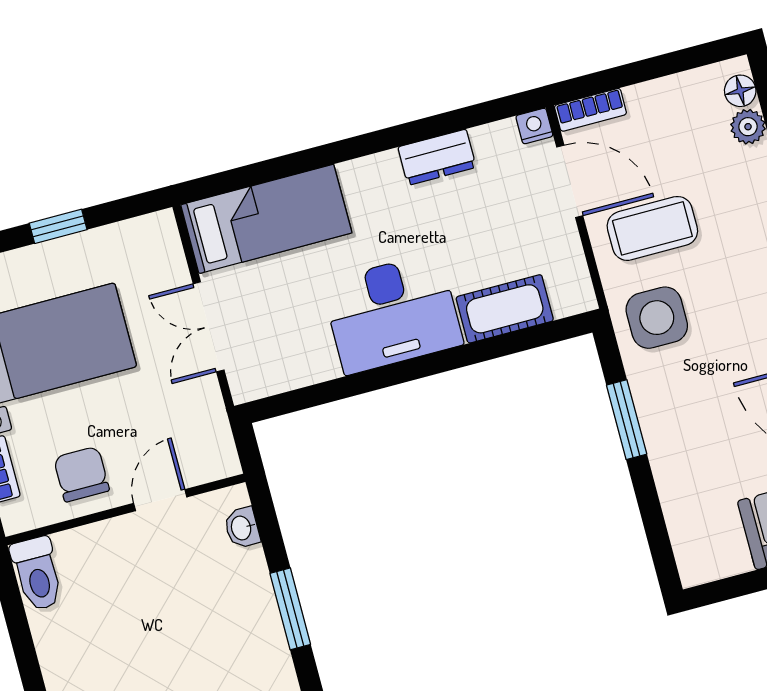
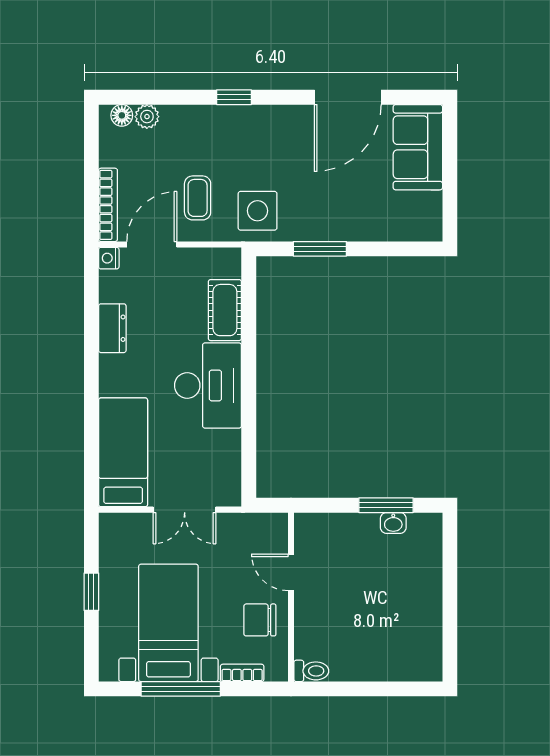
bookcase: (590, 110) -> (108, 205), width x1.56
coffee table: (652, 228) -> (198, 198), width x0.73, depth x0.77
washbasin: (242, 528) -> (393, 523), moved
toilet: (37, 574) -> (311, 671), width x0.73, depth x0.72

